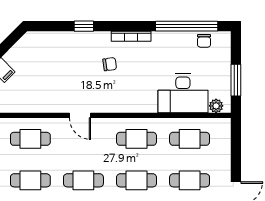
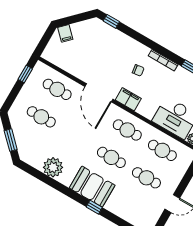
window: (84, 26) -> (111, 21), moved
filing cabinet: (117, 103) -> (128, 99), added
door: (80, 115) -> (99, 93), width x1.88
cafe table: (83, 180) -> (76, 137), removed

